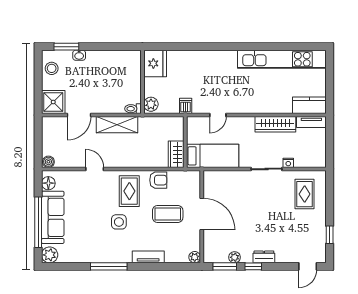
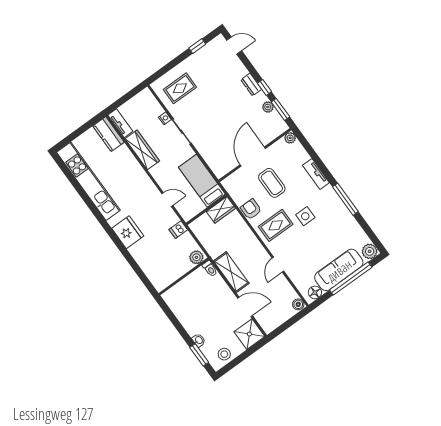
fridge: (155, 63) -> (128, 232), moved, turned 90

